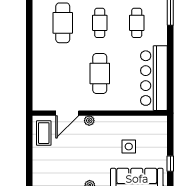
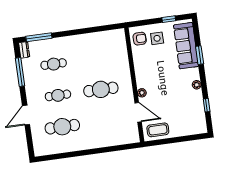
bar counter: (154, 78) -> (98, 43), removed
armchair: (152, 127) -> (140, 39), added
side table: (129, 147) -> (157, 38), moved

